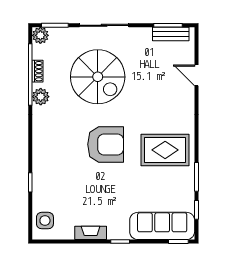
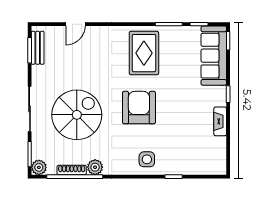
shoe rack: (38, 71) -> (72, 170), width x1.43
side table: (45, 221) -> (147, 159), moved

